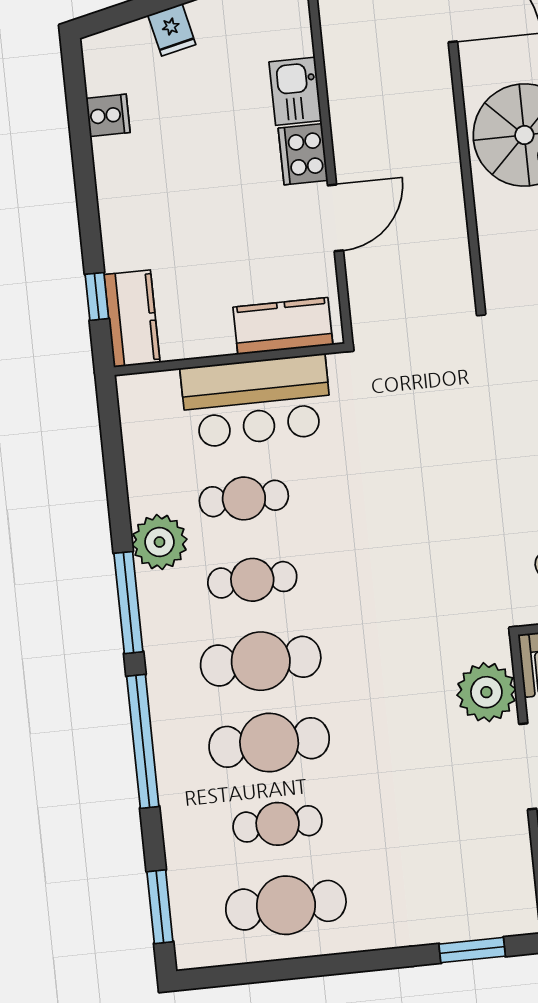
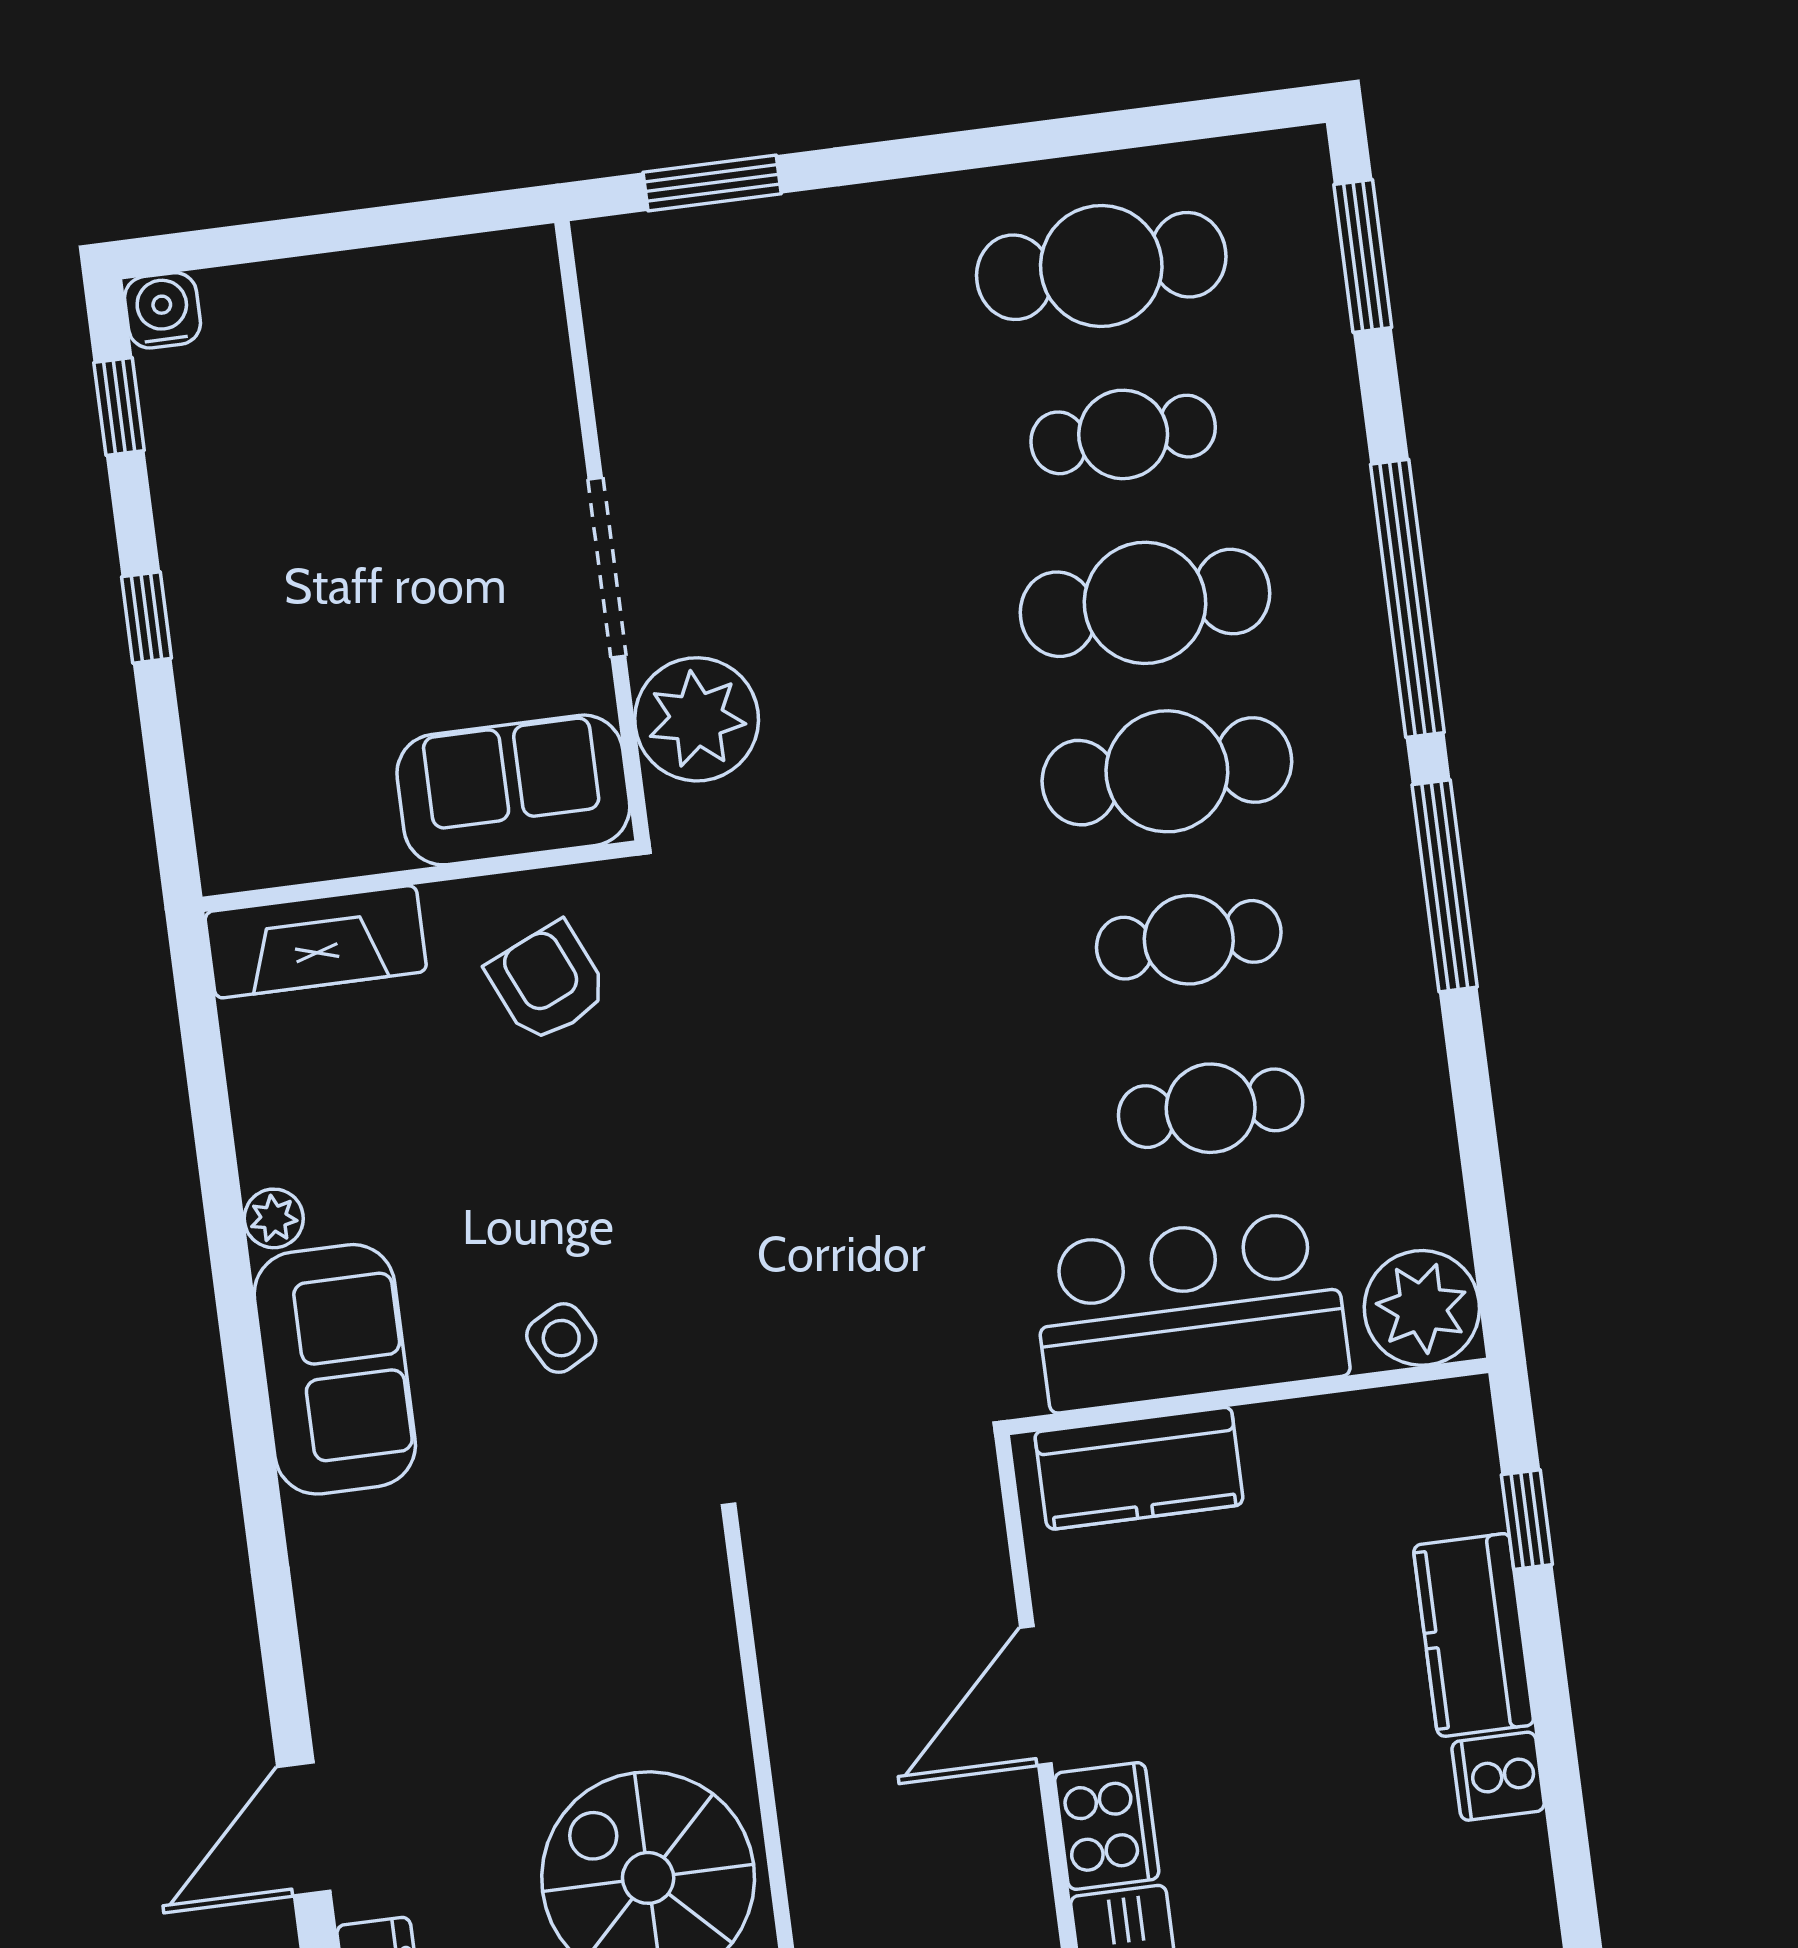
cooker: (108, 115) -> (1498, 1776), moved
kitchen counter: (132, 319) -> (1473, 1635), moved
plant: (159, 542) -> (1422, 1308), moved

